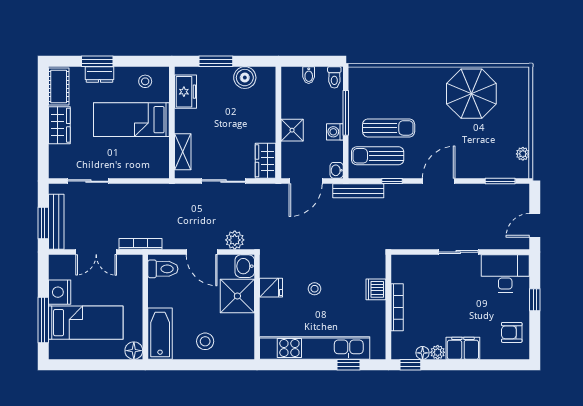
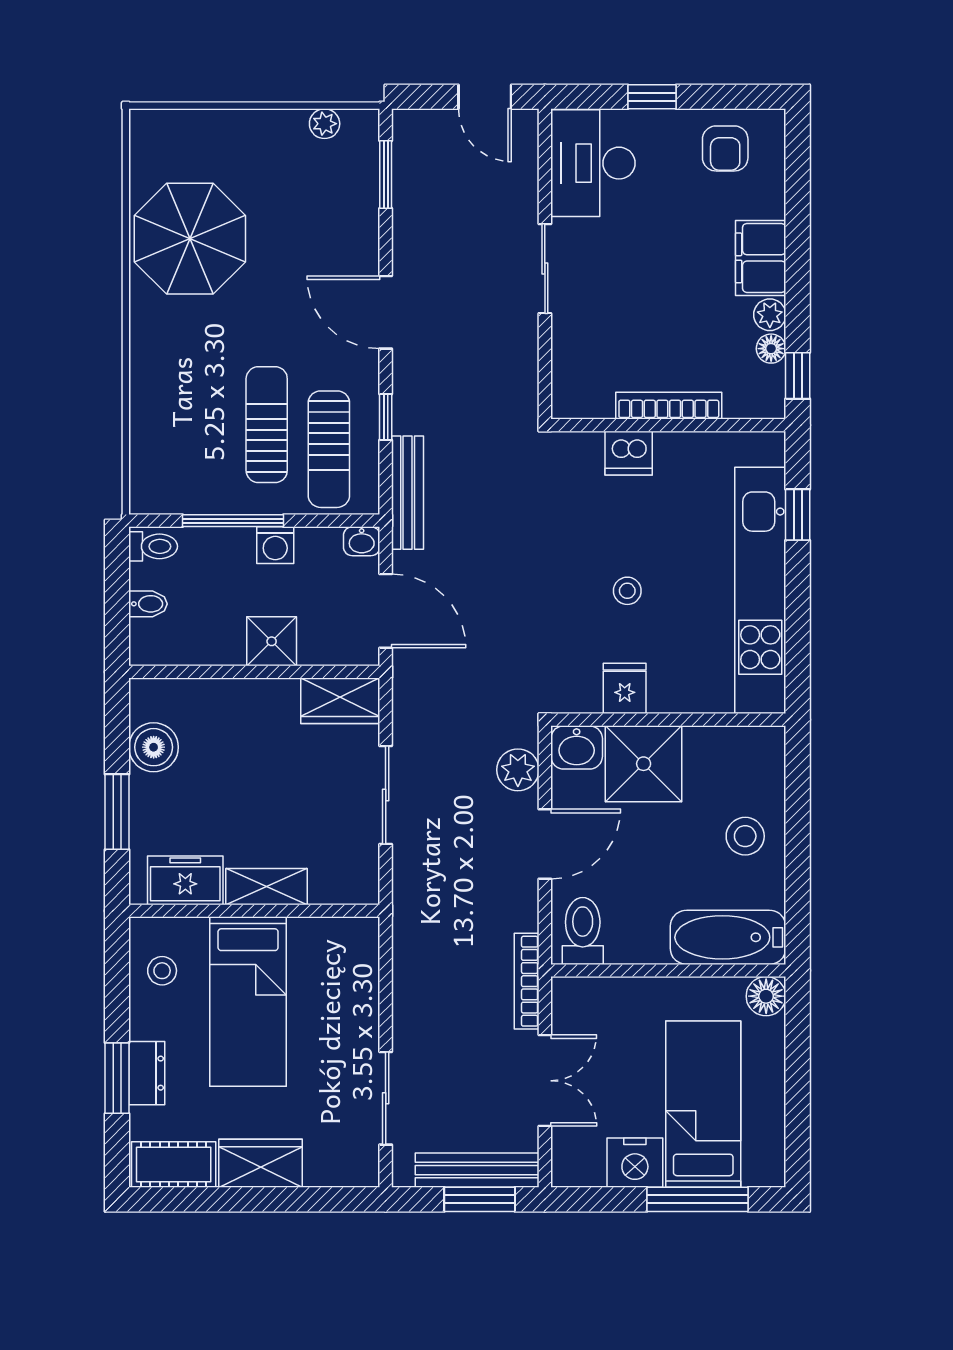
shelving: (183, 152) -> (267, 887), moved

